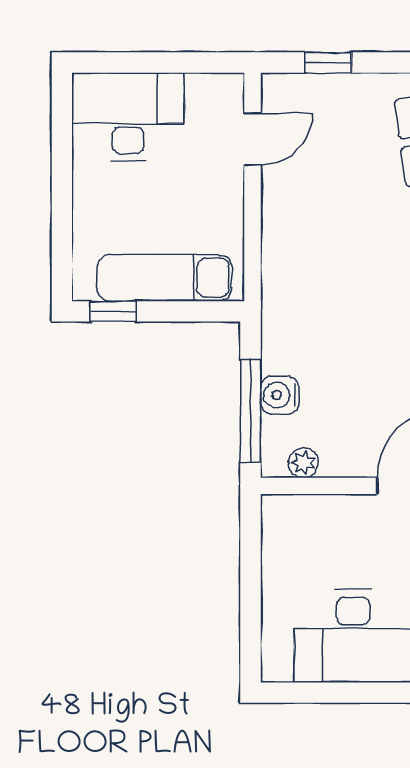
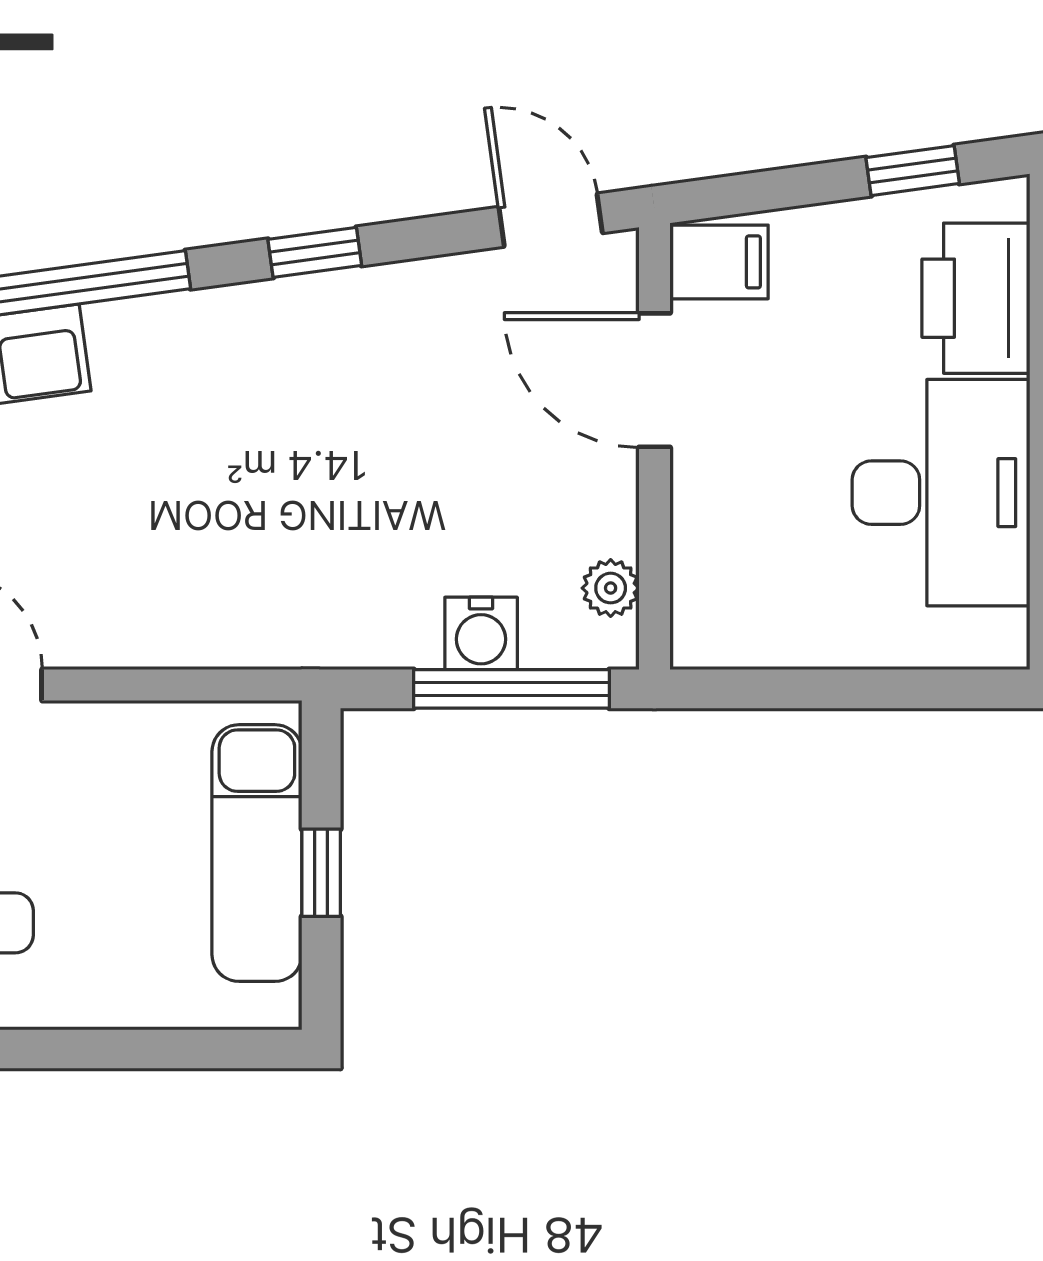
window: (113, 311) -> (321, 873), moved

